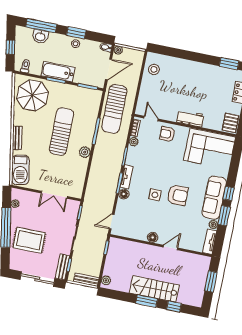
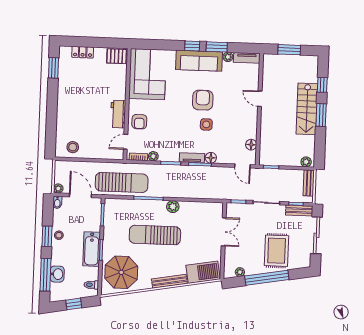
workbench: (190, 118) -> (118, 114), moved
bench: (17, 138) -> (169, 281), width x1.36
floor lamp: (153, 237) -> (251, 145), moved

